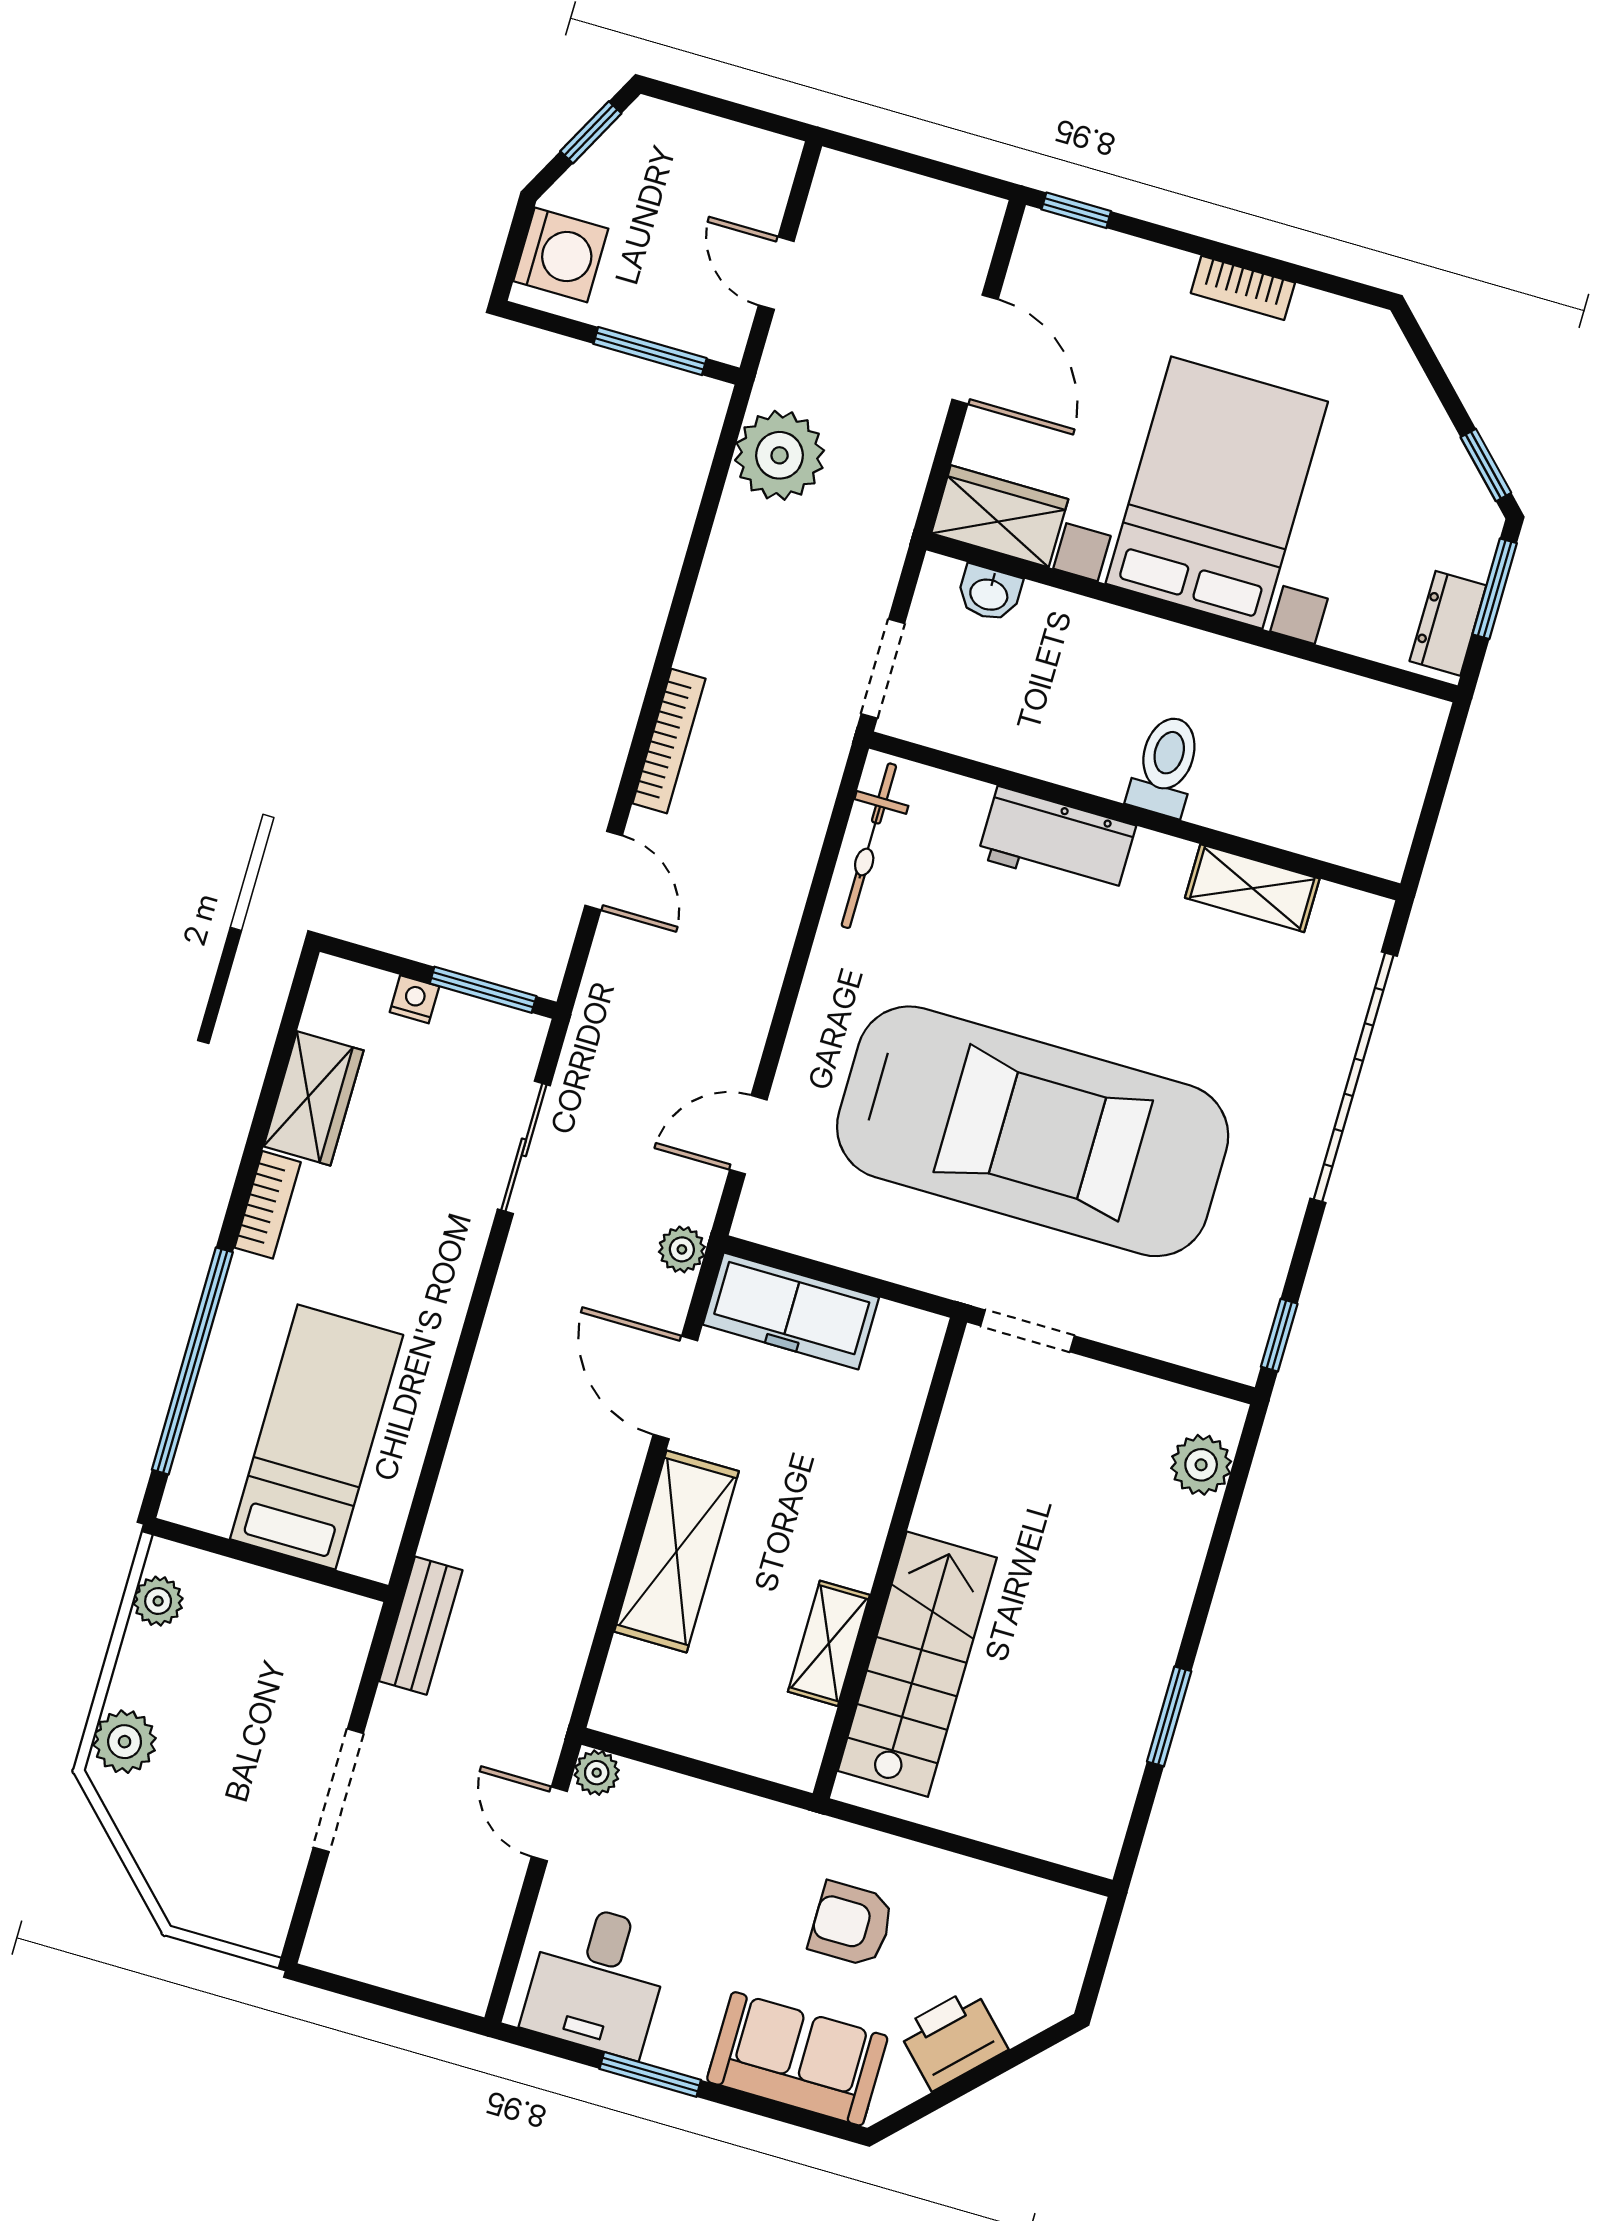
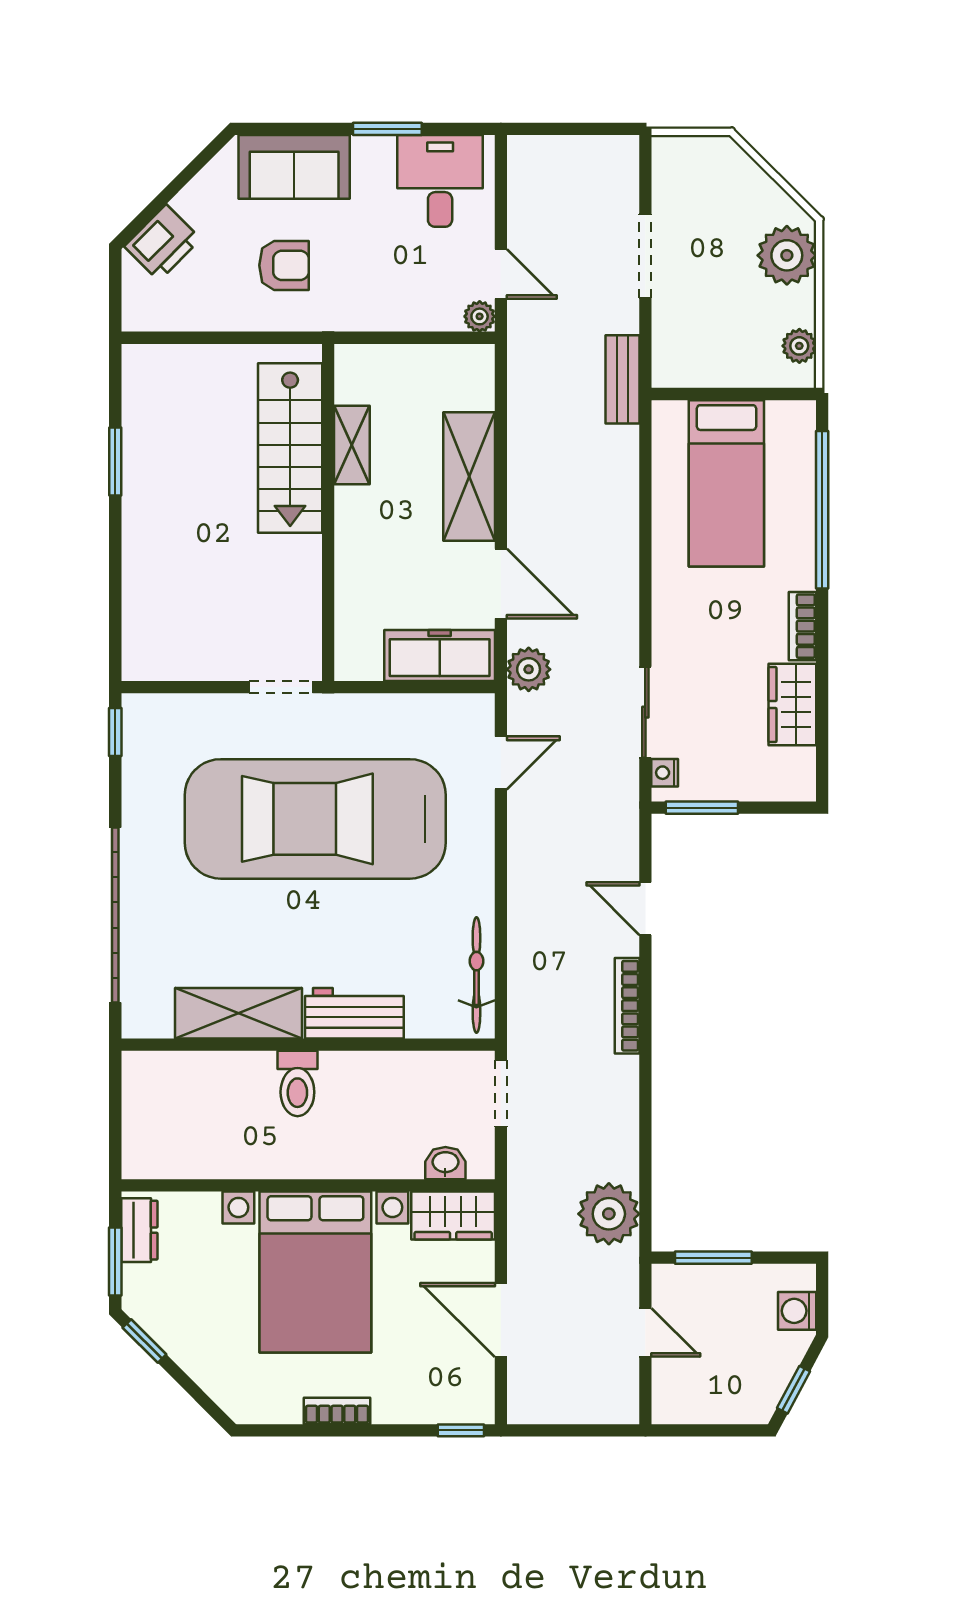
washing machine: (561, 255) -> (797, 1311), width x0.73, depth x0.73
shelving: (1252, 888) -> (239, 1013), width x1.50, depth x1.33
nightstand: (414, 999) -> (665, 773), moved, turned 90
plant: (682, 1249) -> (529, 669), width x1.38, depth x1.38
plant: (1201, 1465) -> (142, 632), removed
plant: (125, 1742) -> (787, 255), width x1.36, depth x1.36
printer: (953, 2039) -> (163, 243), moved

